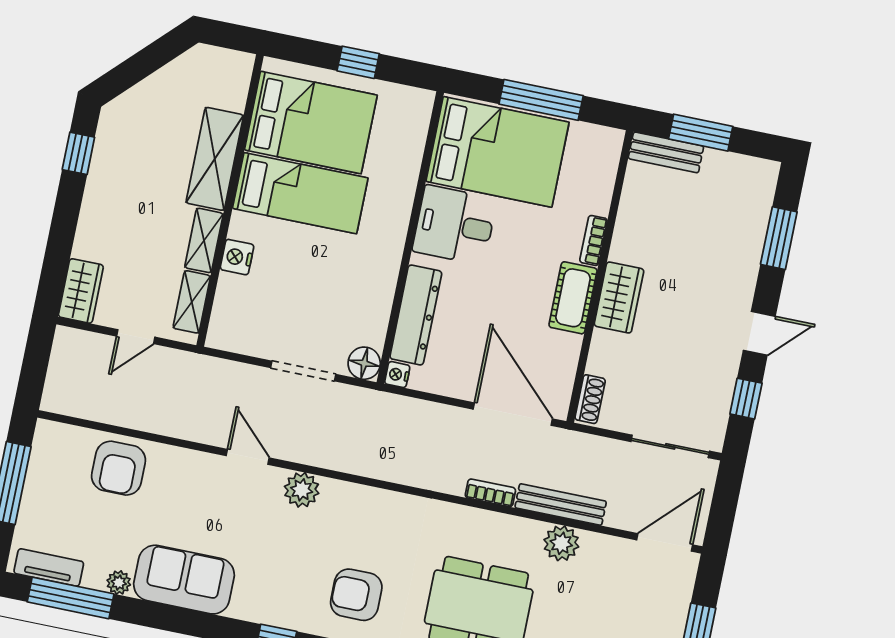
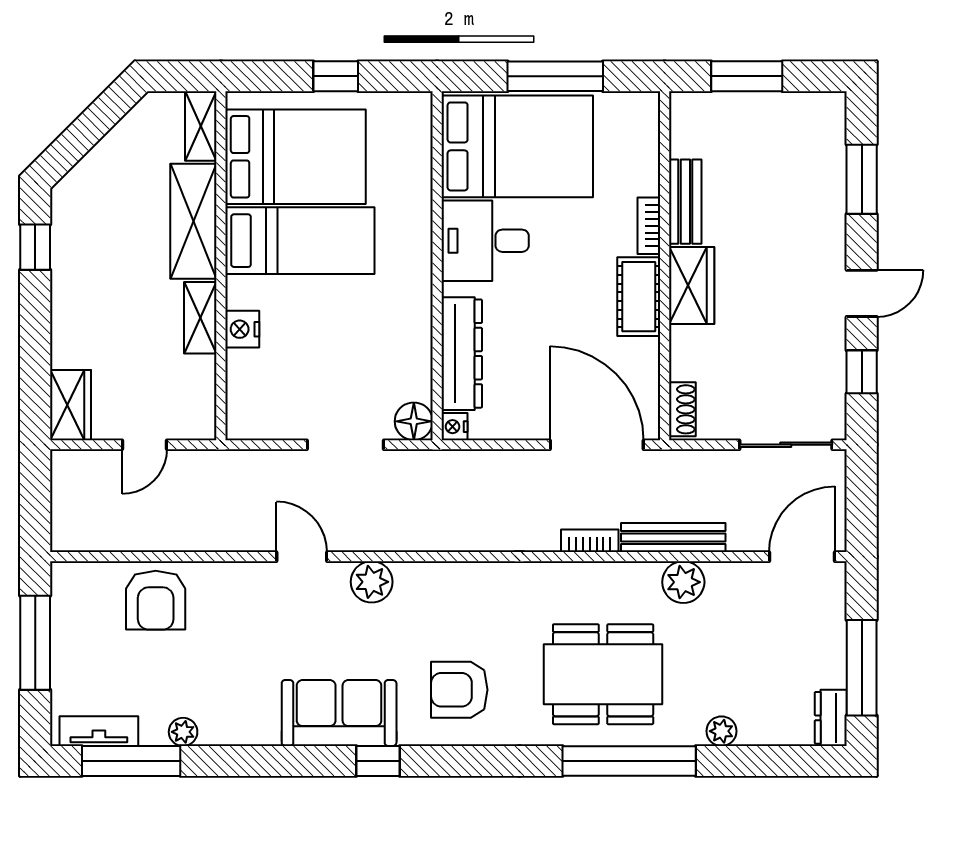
bench: (666, 152) -> (685, 202), moved, turned 90
shelving: (192, 302) -> (201, 126), moved
sofa: (184, 580) -> (339, 713), moved

